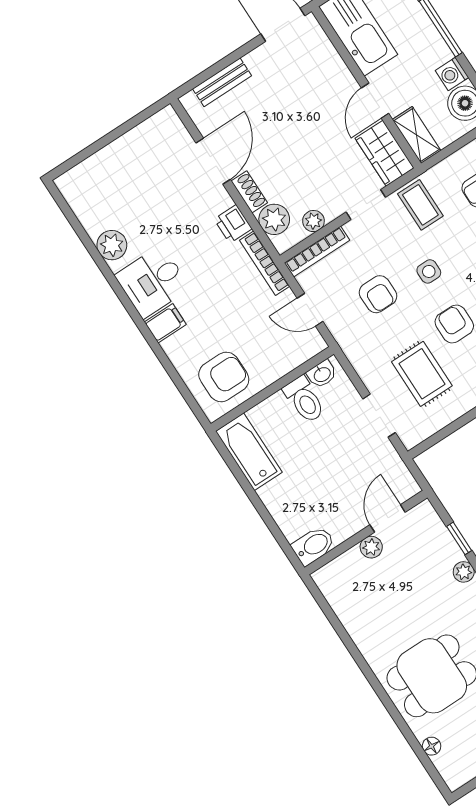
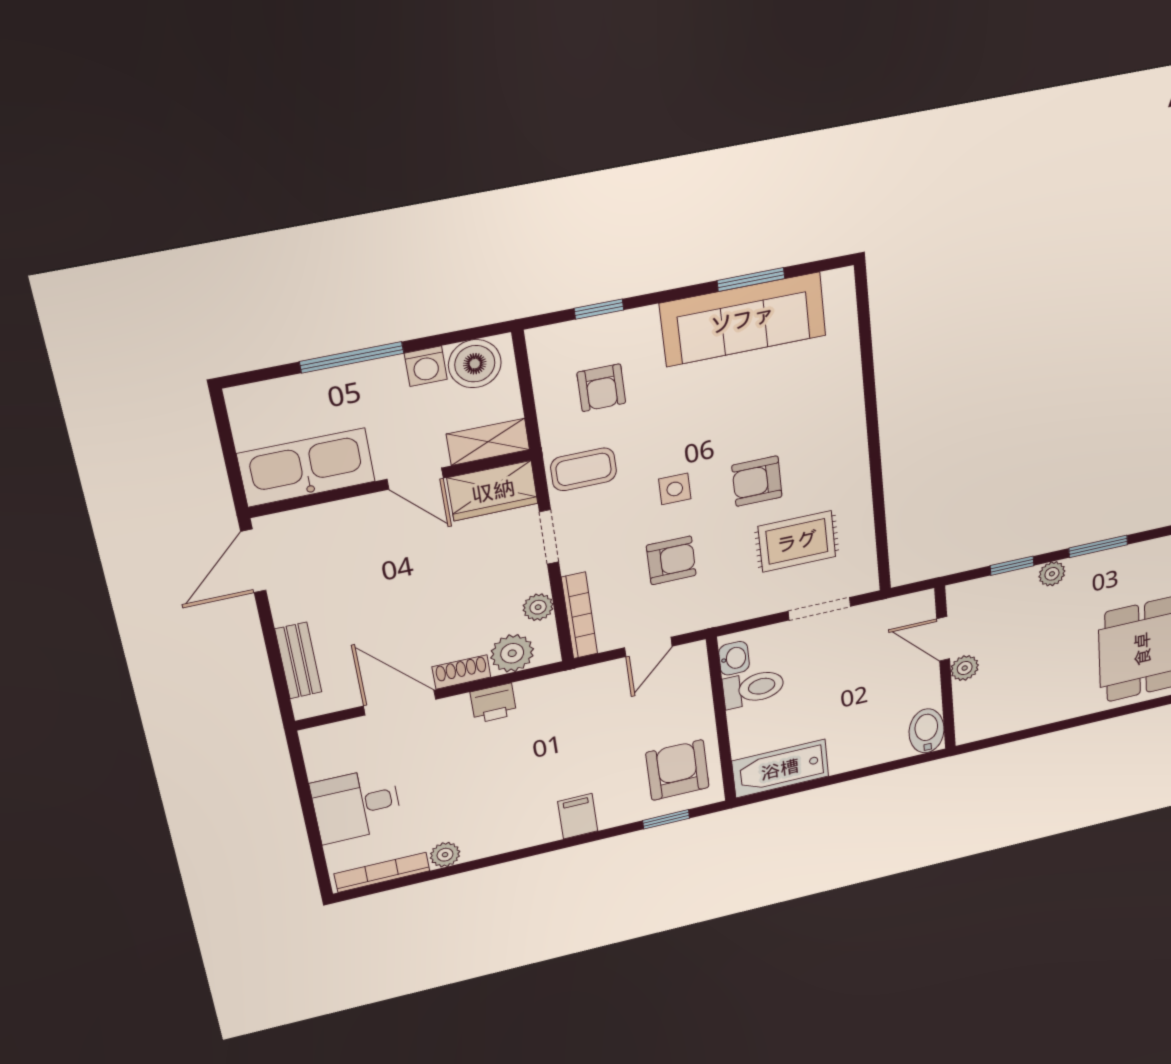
plant: (112, 245) -> (445, 855), width x0.73, depth x0.73
bookcase: (265, 263) -> (382, 872), moved, turned 180
desk: (153, 282) -> (356, 805), moved, turned 90
window: (183, 388) -> (666, 819), added

